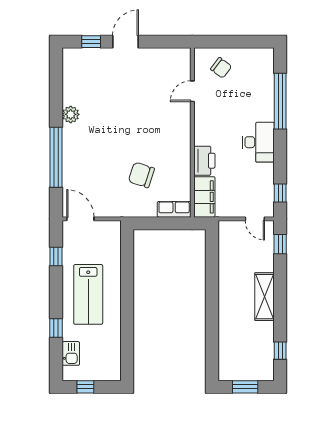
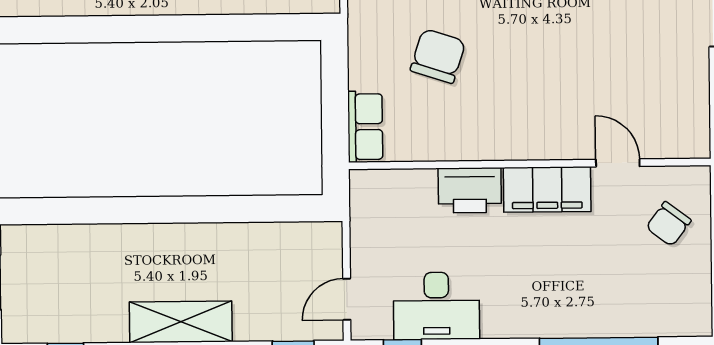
desk: (258, 142) -> (436, 306), moved
filing cabinet: (204, 197) -> (547, 189), moved

